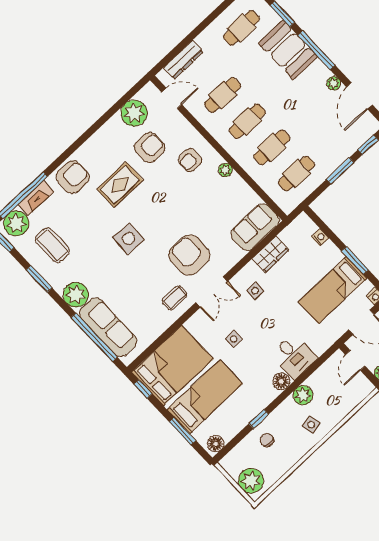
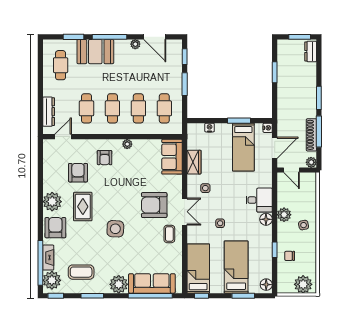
plant: (134, 113) -> (52, 202), moved
bed: (172, 365) -> (198, 269), width x0.67

